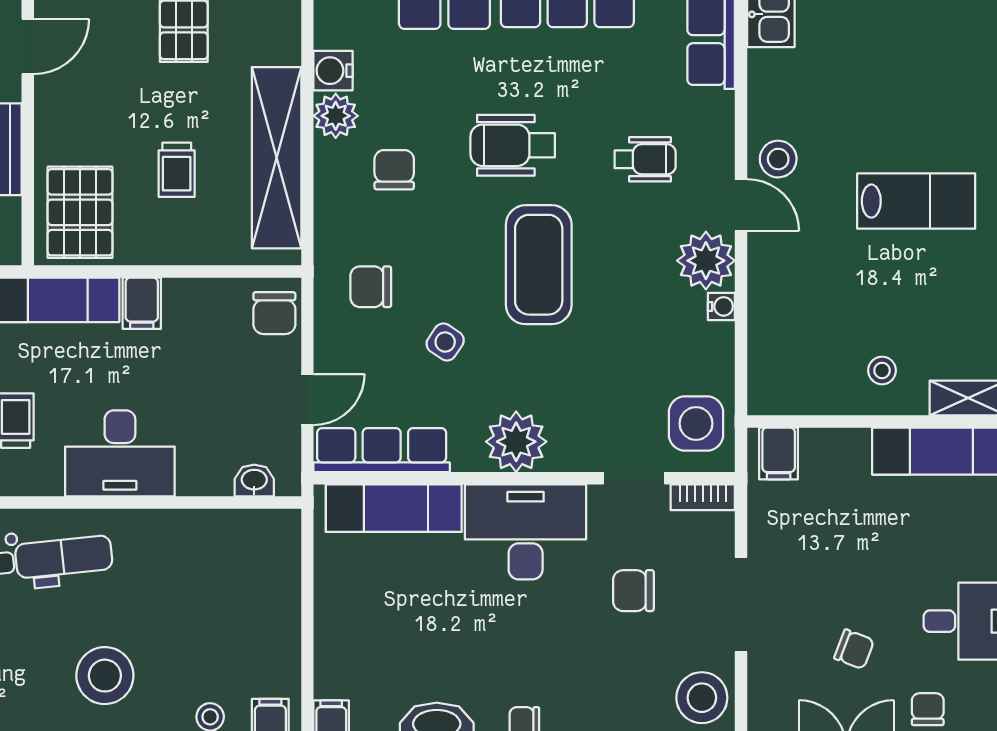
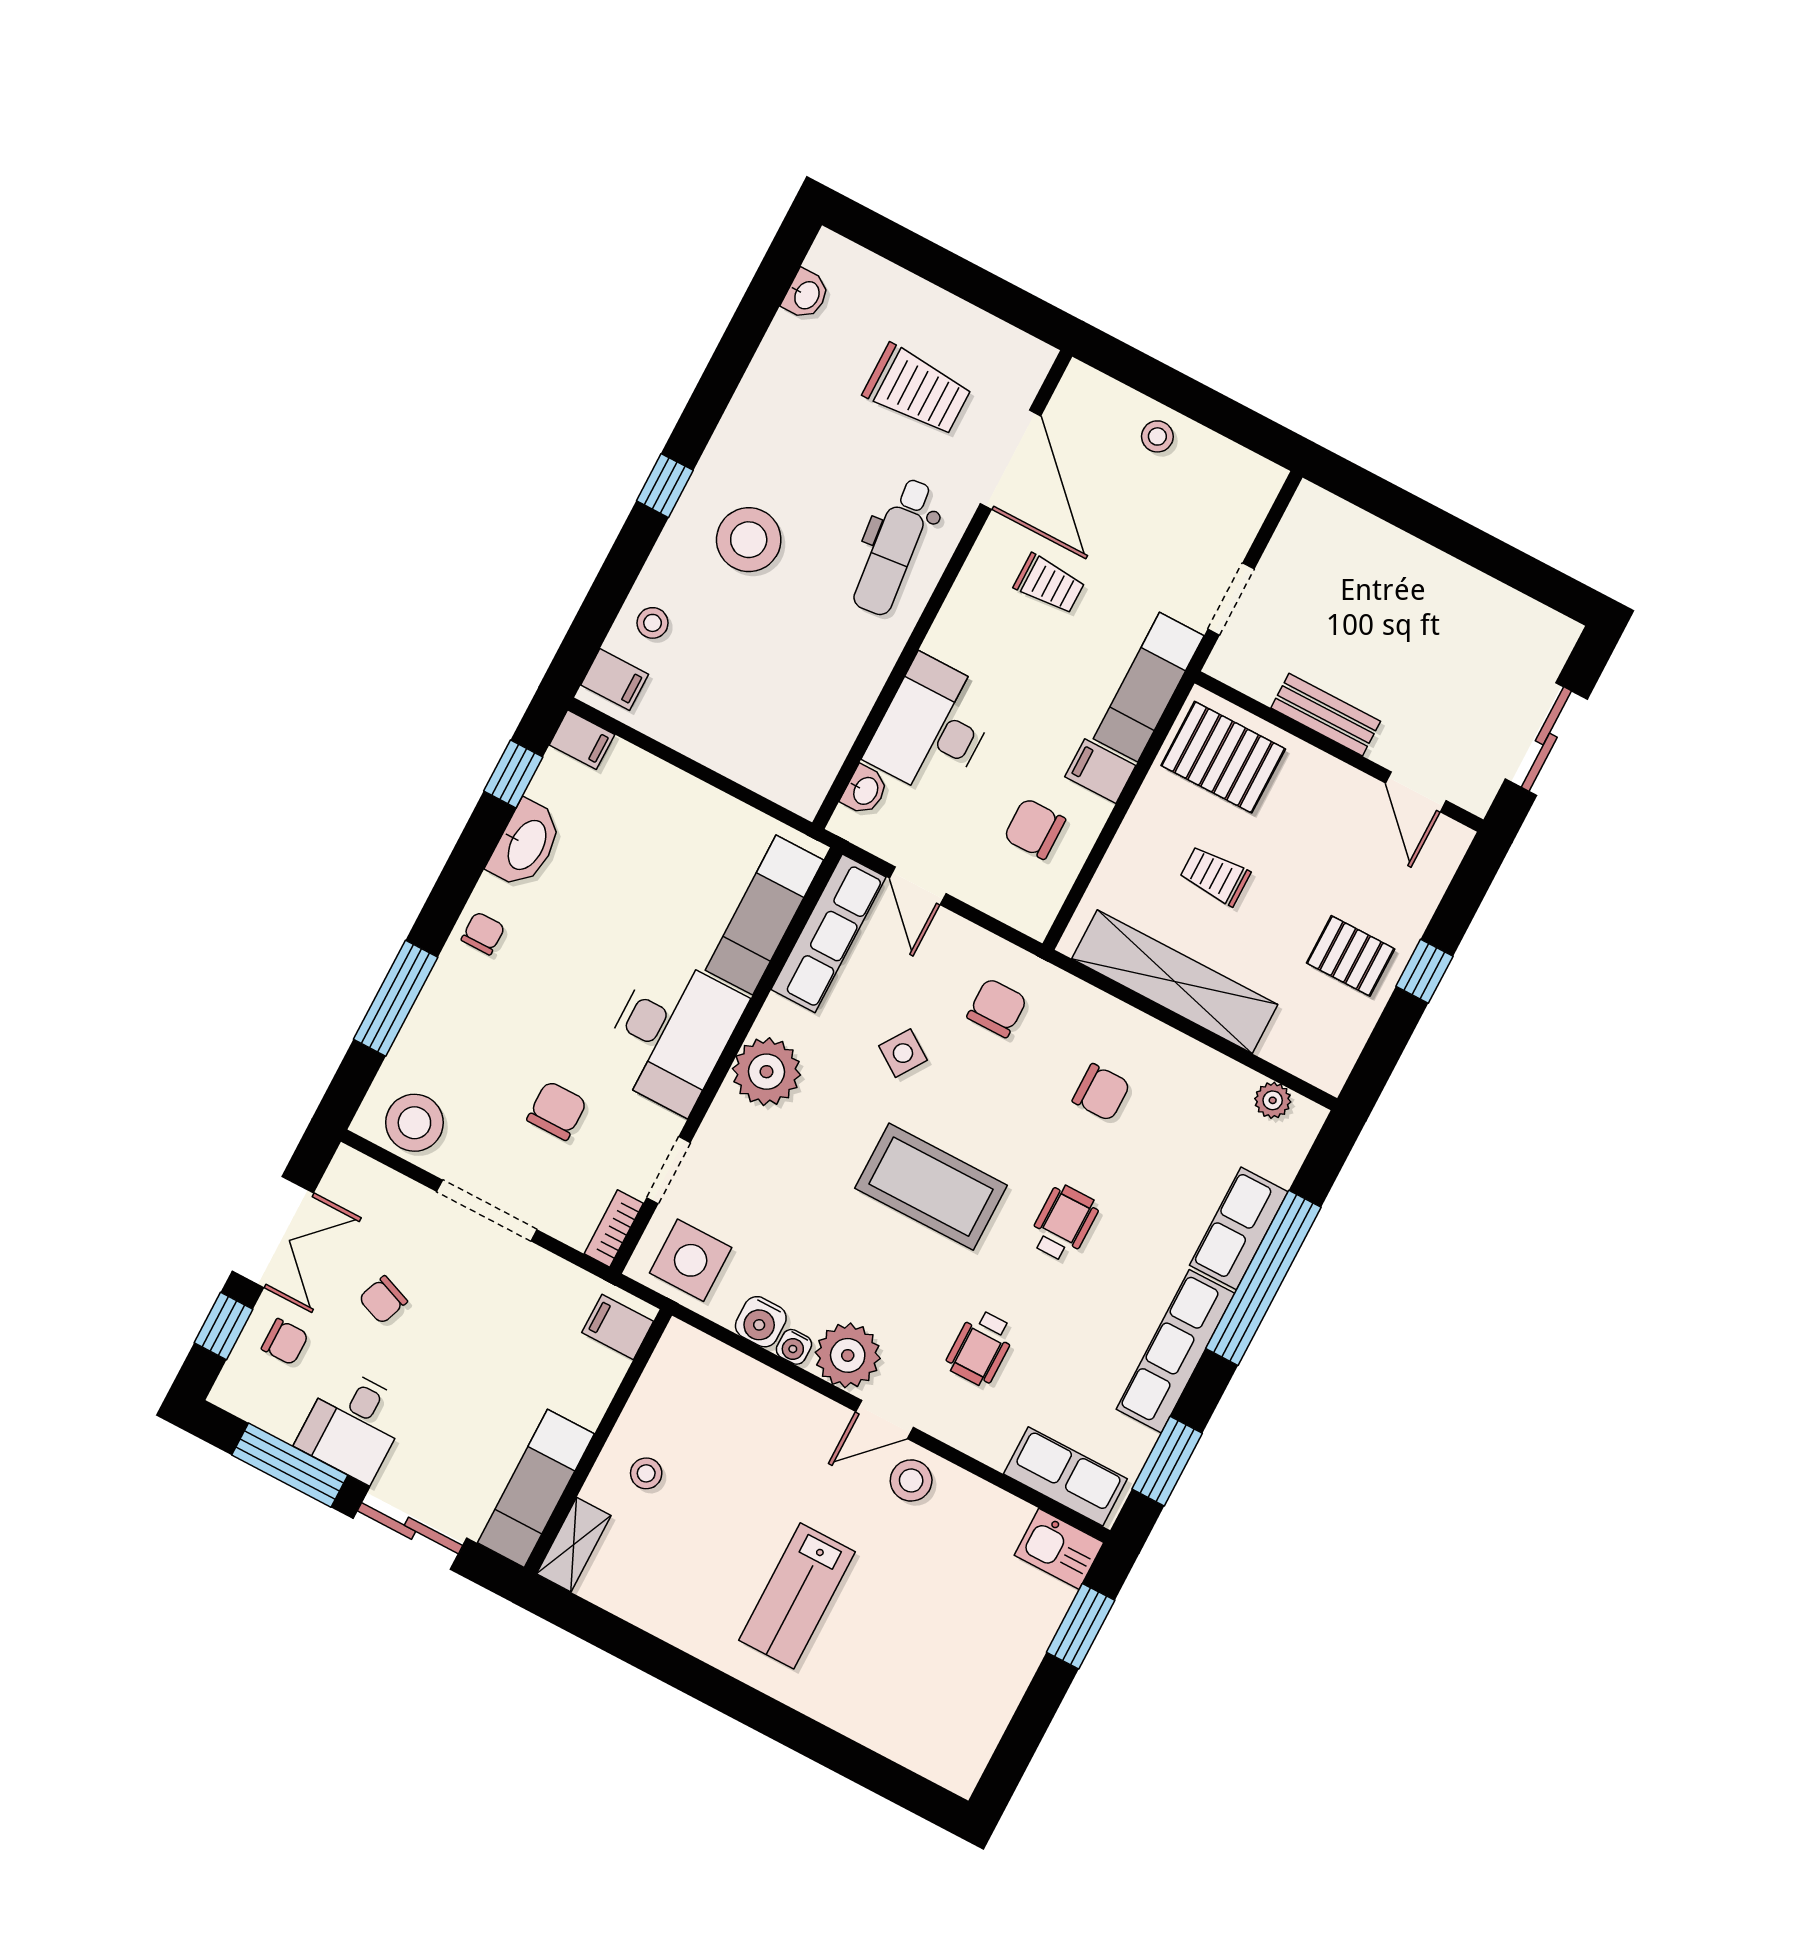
water cooler: (333, 71) -> (761, 1322), moved, turned 180
plant: (336, 116) -> (1273, 1100), moved, width x0.73, depth x0.73
wheelchair: (513, 145) -> (1064, 1223), width x0.73, depth x0.73
chair: (274, 313) -> (1035, 829), moved
desk: (120, 453) -> (932, 727), moved

